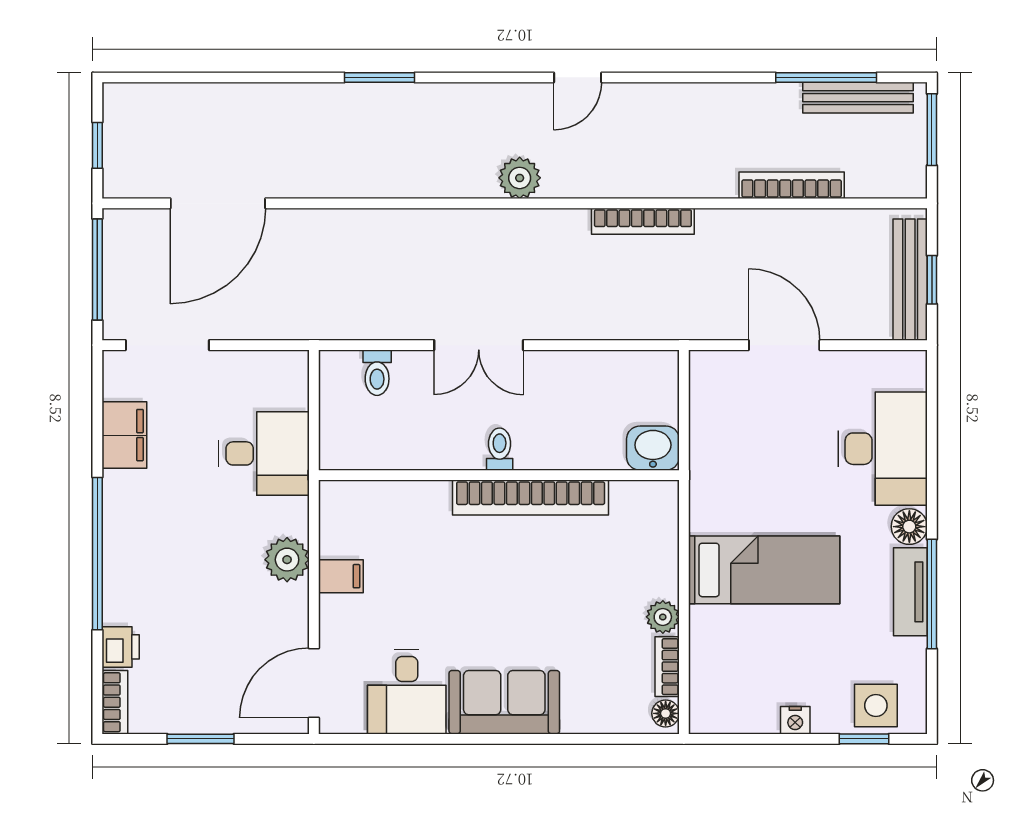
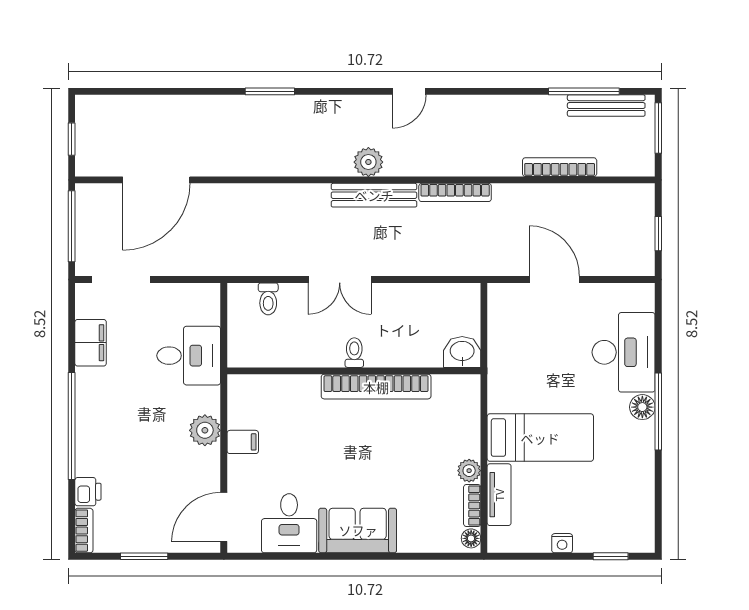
bench: (910, 280) -> (374, 195), moved, turned 90
tv unit: (910, 592) -> (499, 495), moved, turned 180
window: (932, 594) -> (658, 411), moved
side table: (876, 706) -> (619, 533), removed

